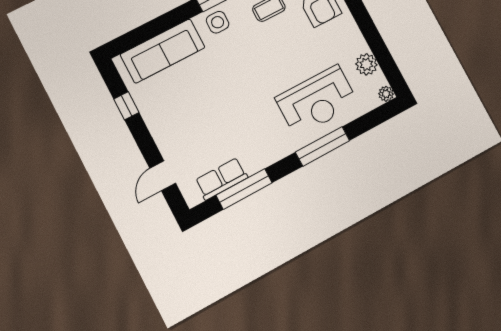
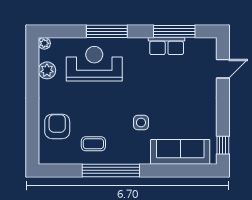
side table: (218, 22) -> (141, 123), moved
window: (126, 106) -> (223, 145), moved
row of seats: (221, 179) -> (167, 46), moved

